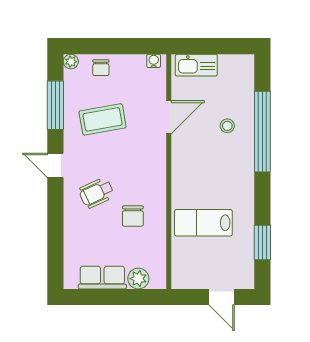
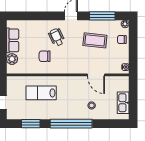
kitchen sink: (196, 65) -> (123, 103), moved
coffee table: (103, 119) -> (95, 40), turned -74
window: (262, 132) -> (71, 124), moved
lab bench: (203, 223) -> (41, 93), turned -90

